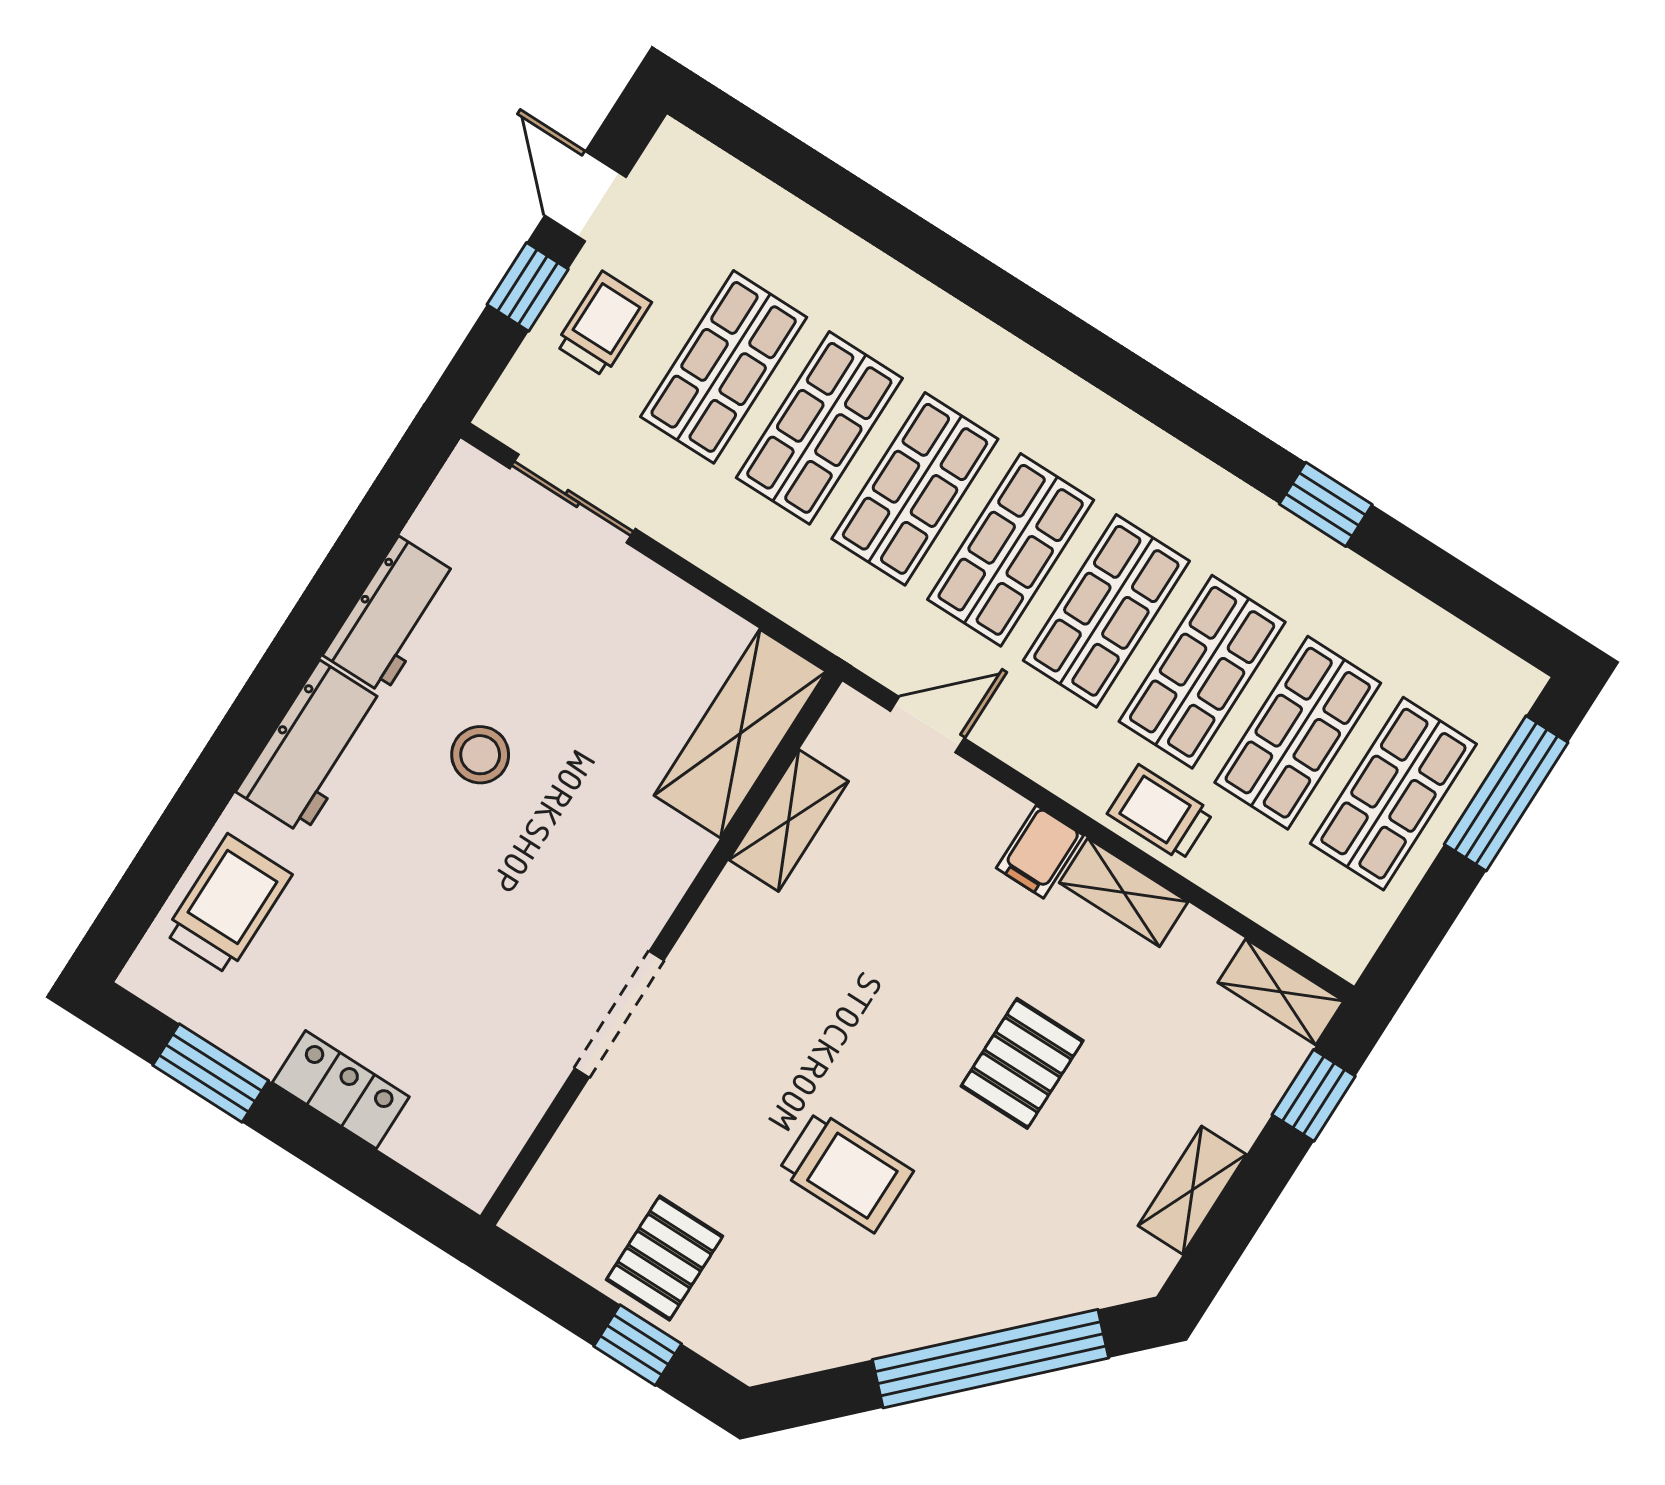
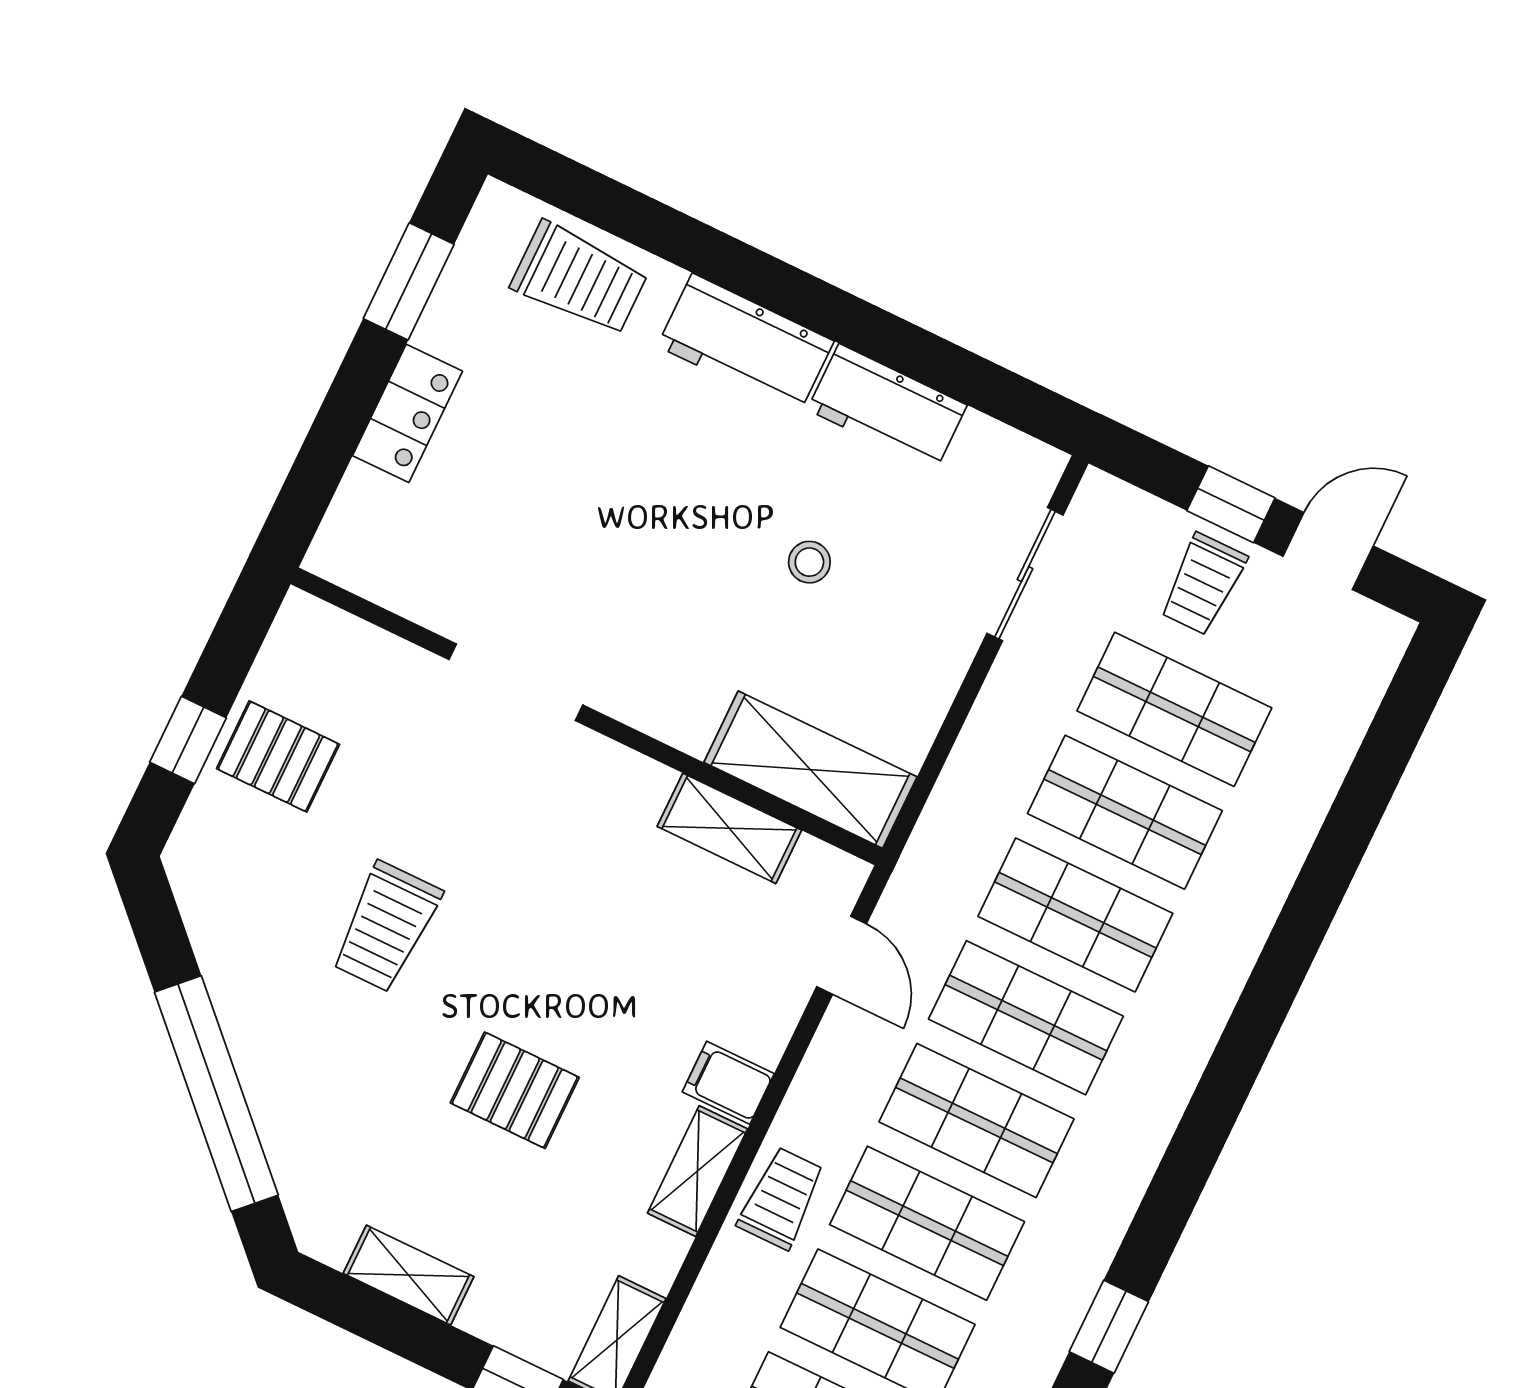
trolley: (603, 324) -> (1203, 584), turned 90
stool: (480, 755) -> (809, 562), moved, width x0.73, depth x0.73

